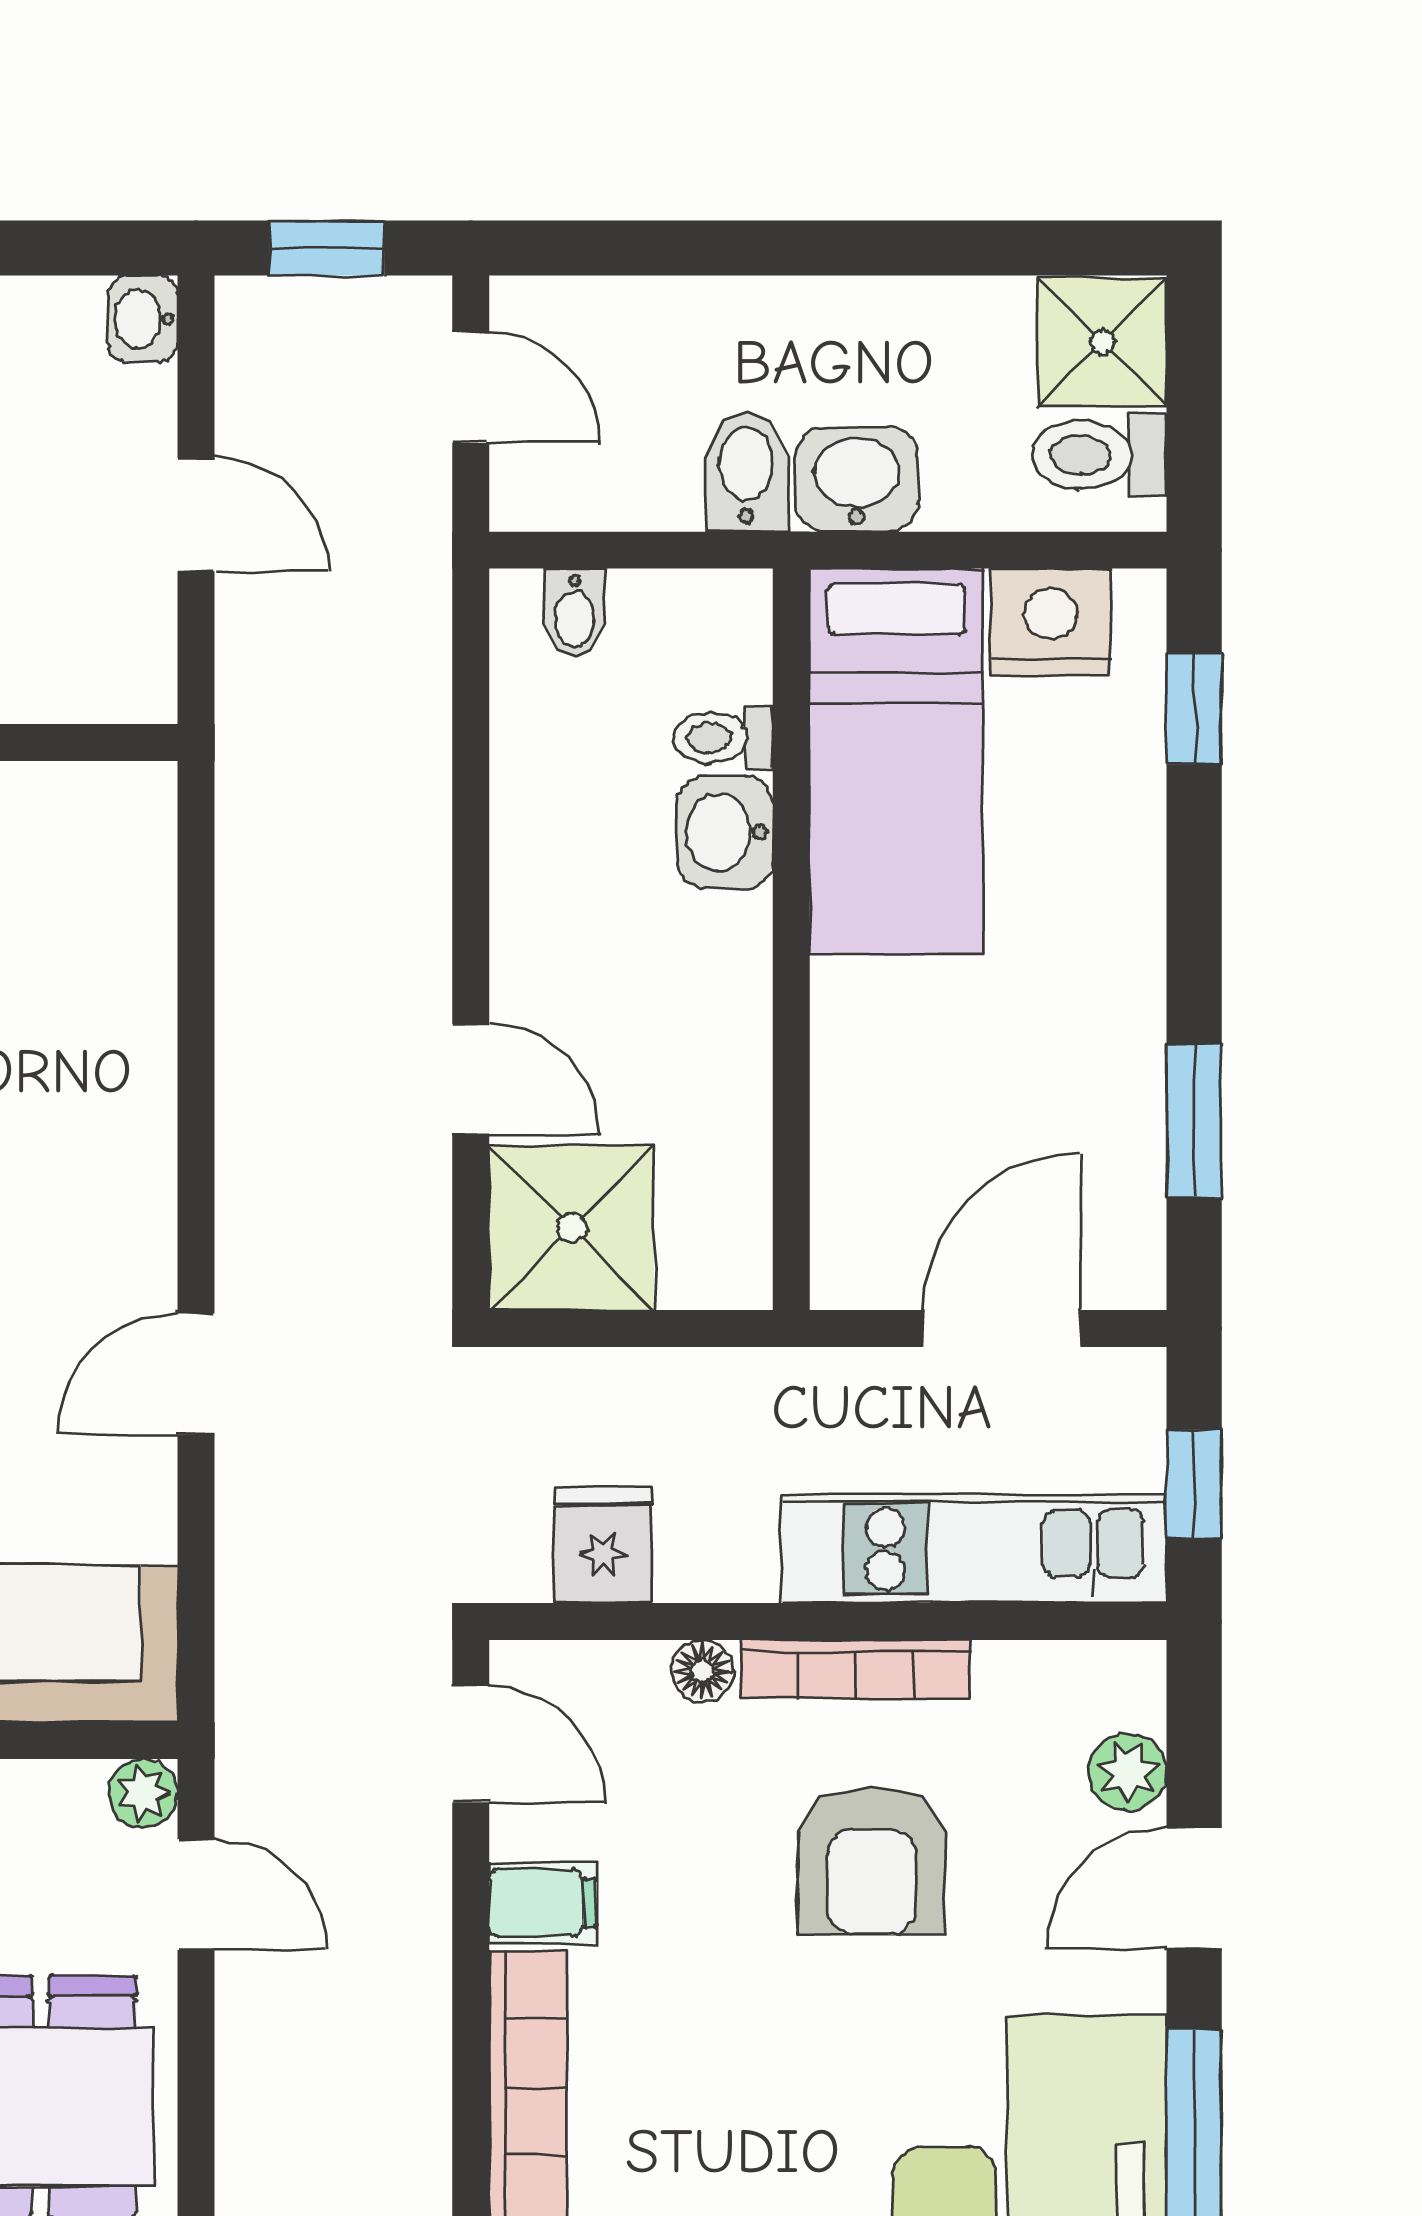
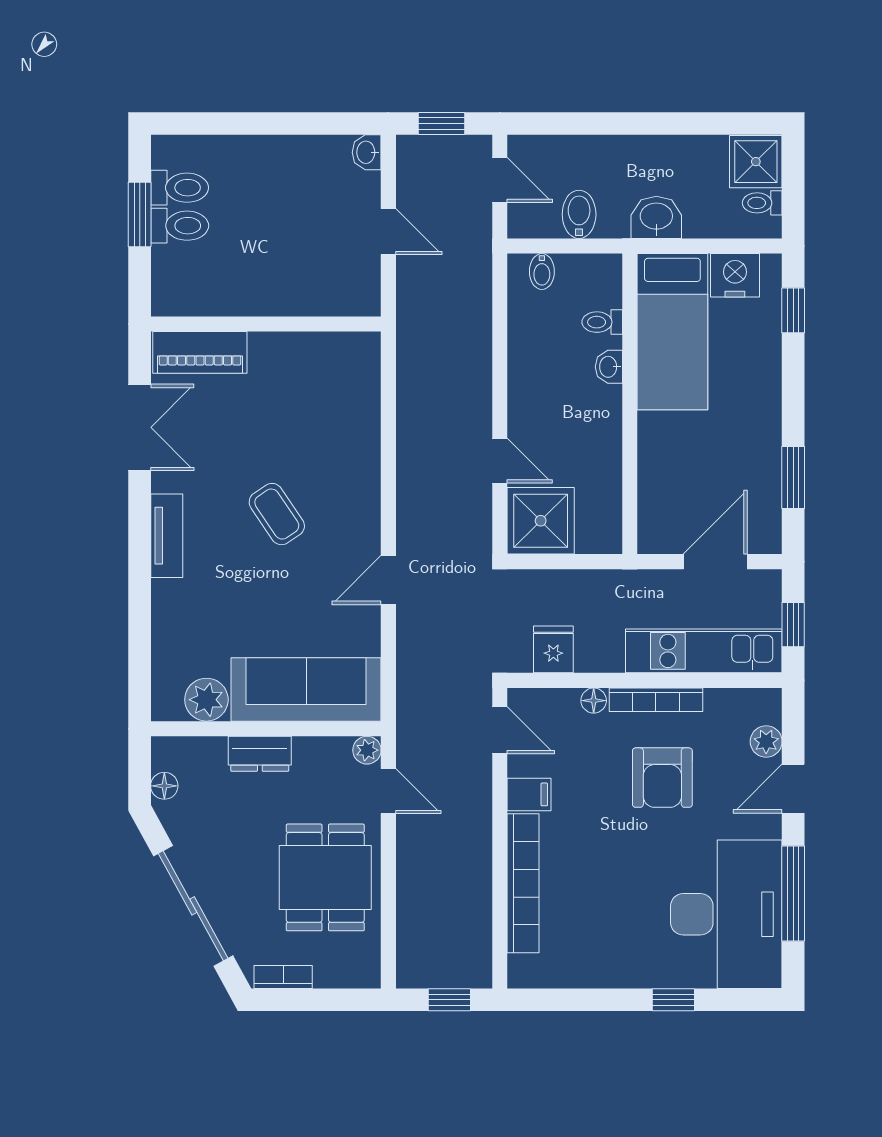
toilet: (1099, 455) -> (762, 203), width x0.73, depth x0.72
bidet: (746, 472) -> (579, 214), moved
washbasin: (725, 832) -> (609, 367), width x0.72, depth x0.69

